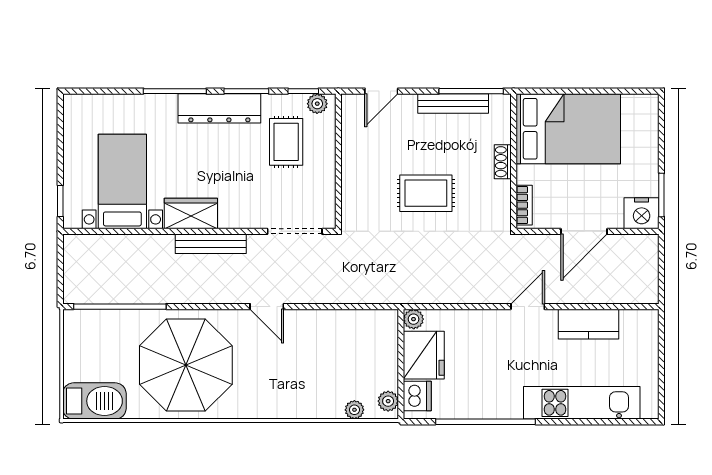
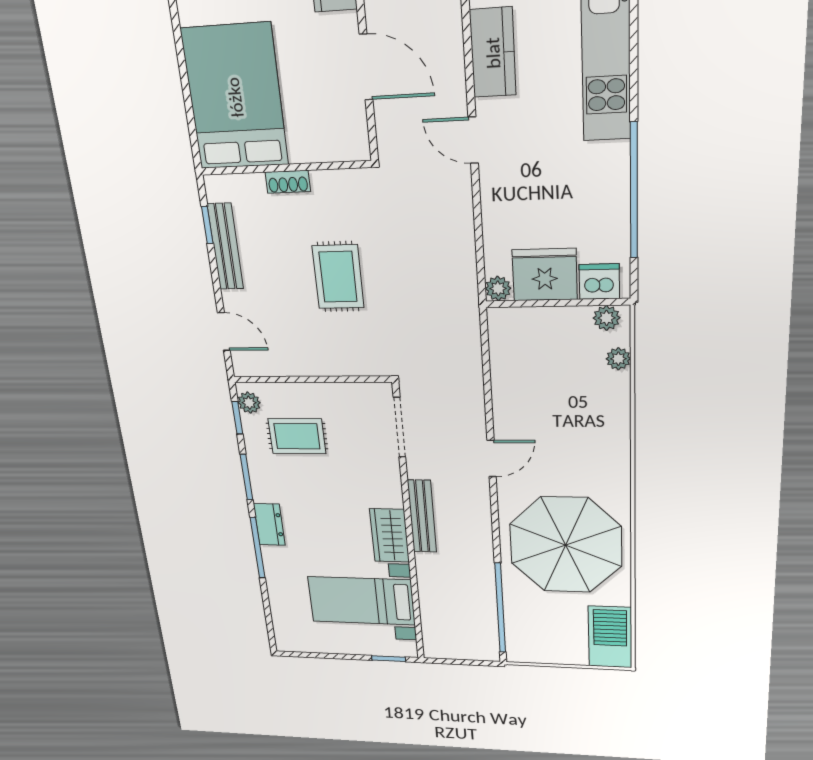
window: (471, 91) -> (207, 225), width x0.46
dresser: (219, 108) -> (269, 525), width x0.51, depth x0.80
bookcase: (524, 205) -> (340, 151), removed

